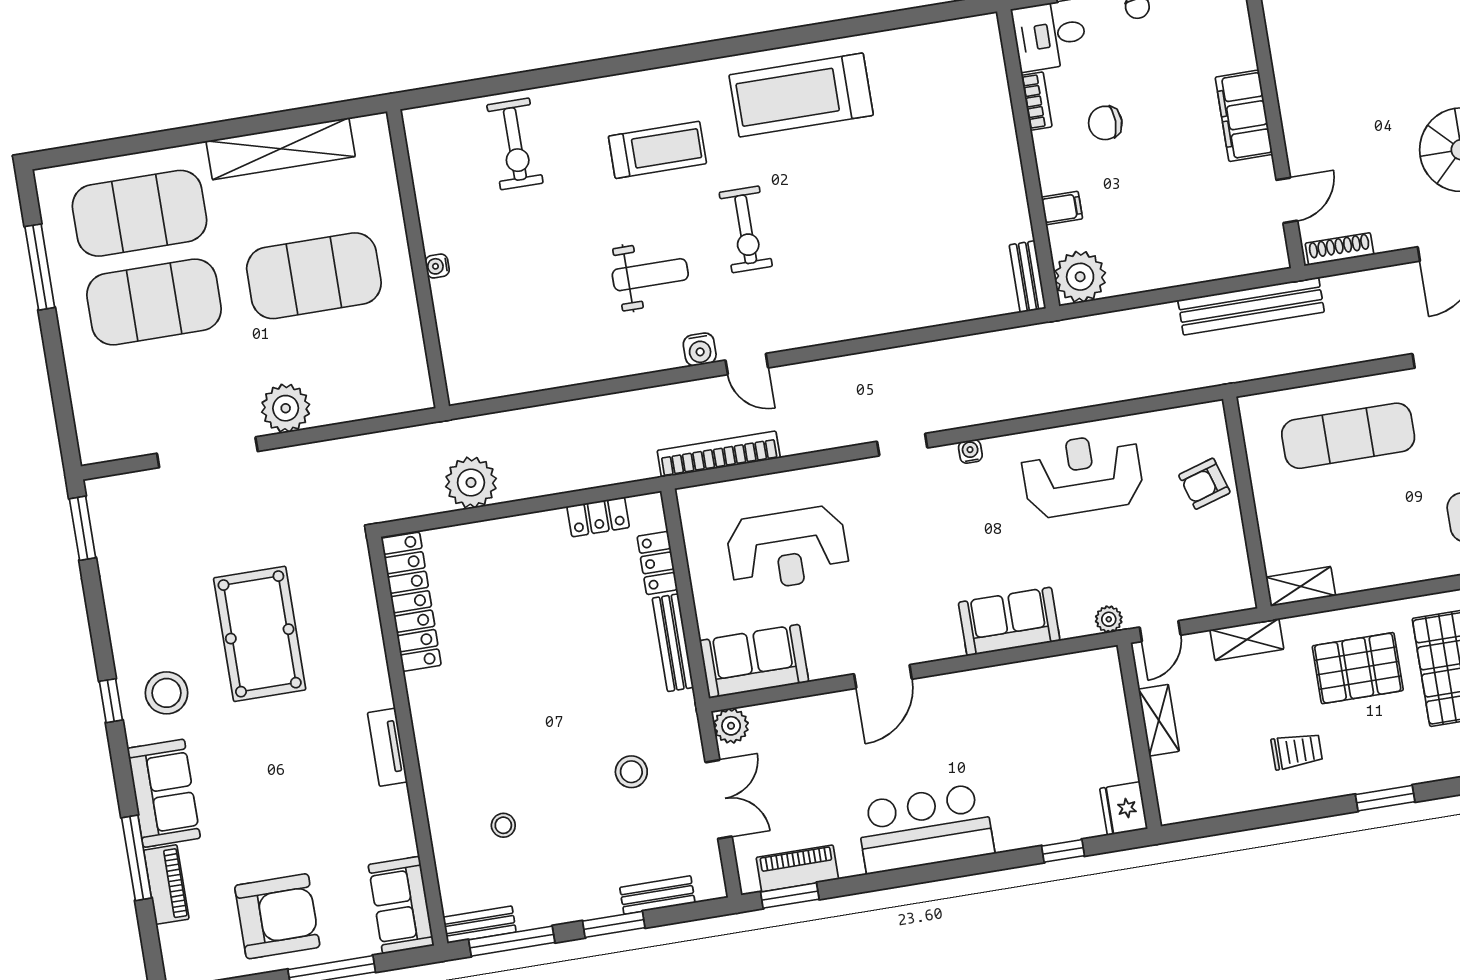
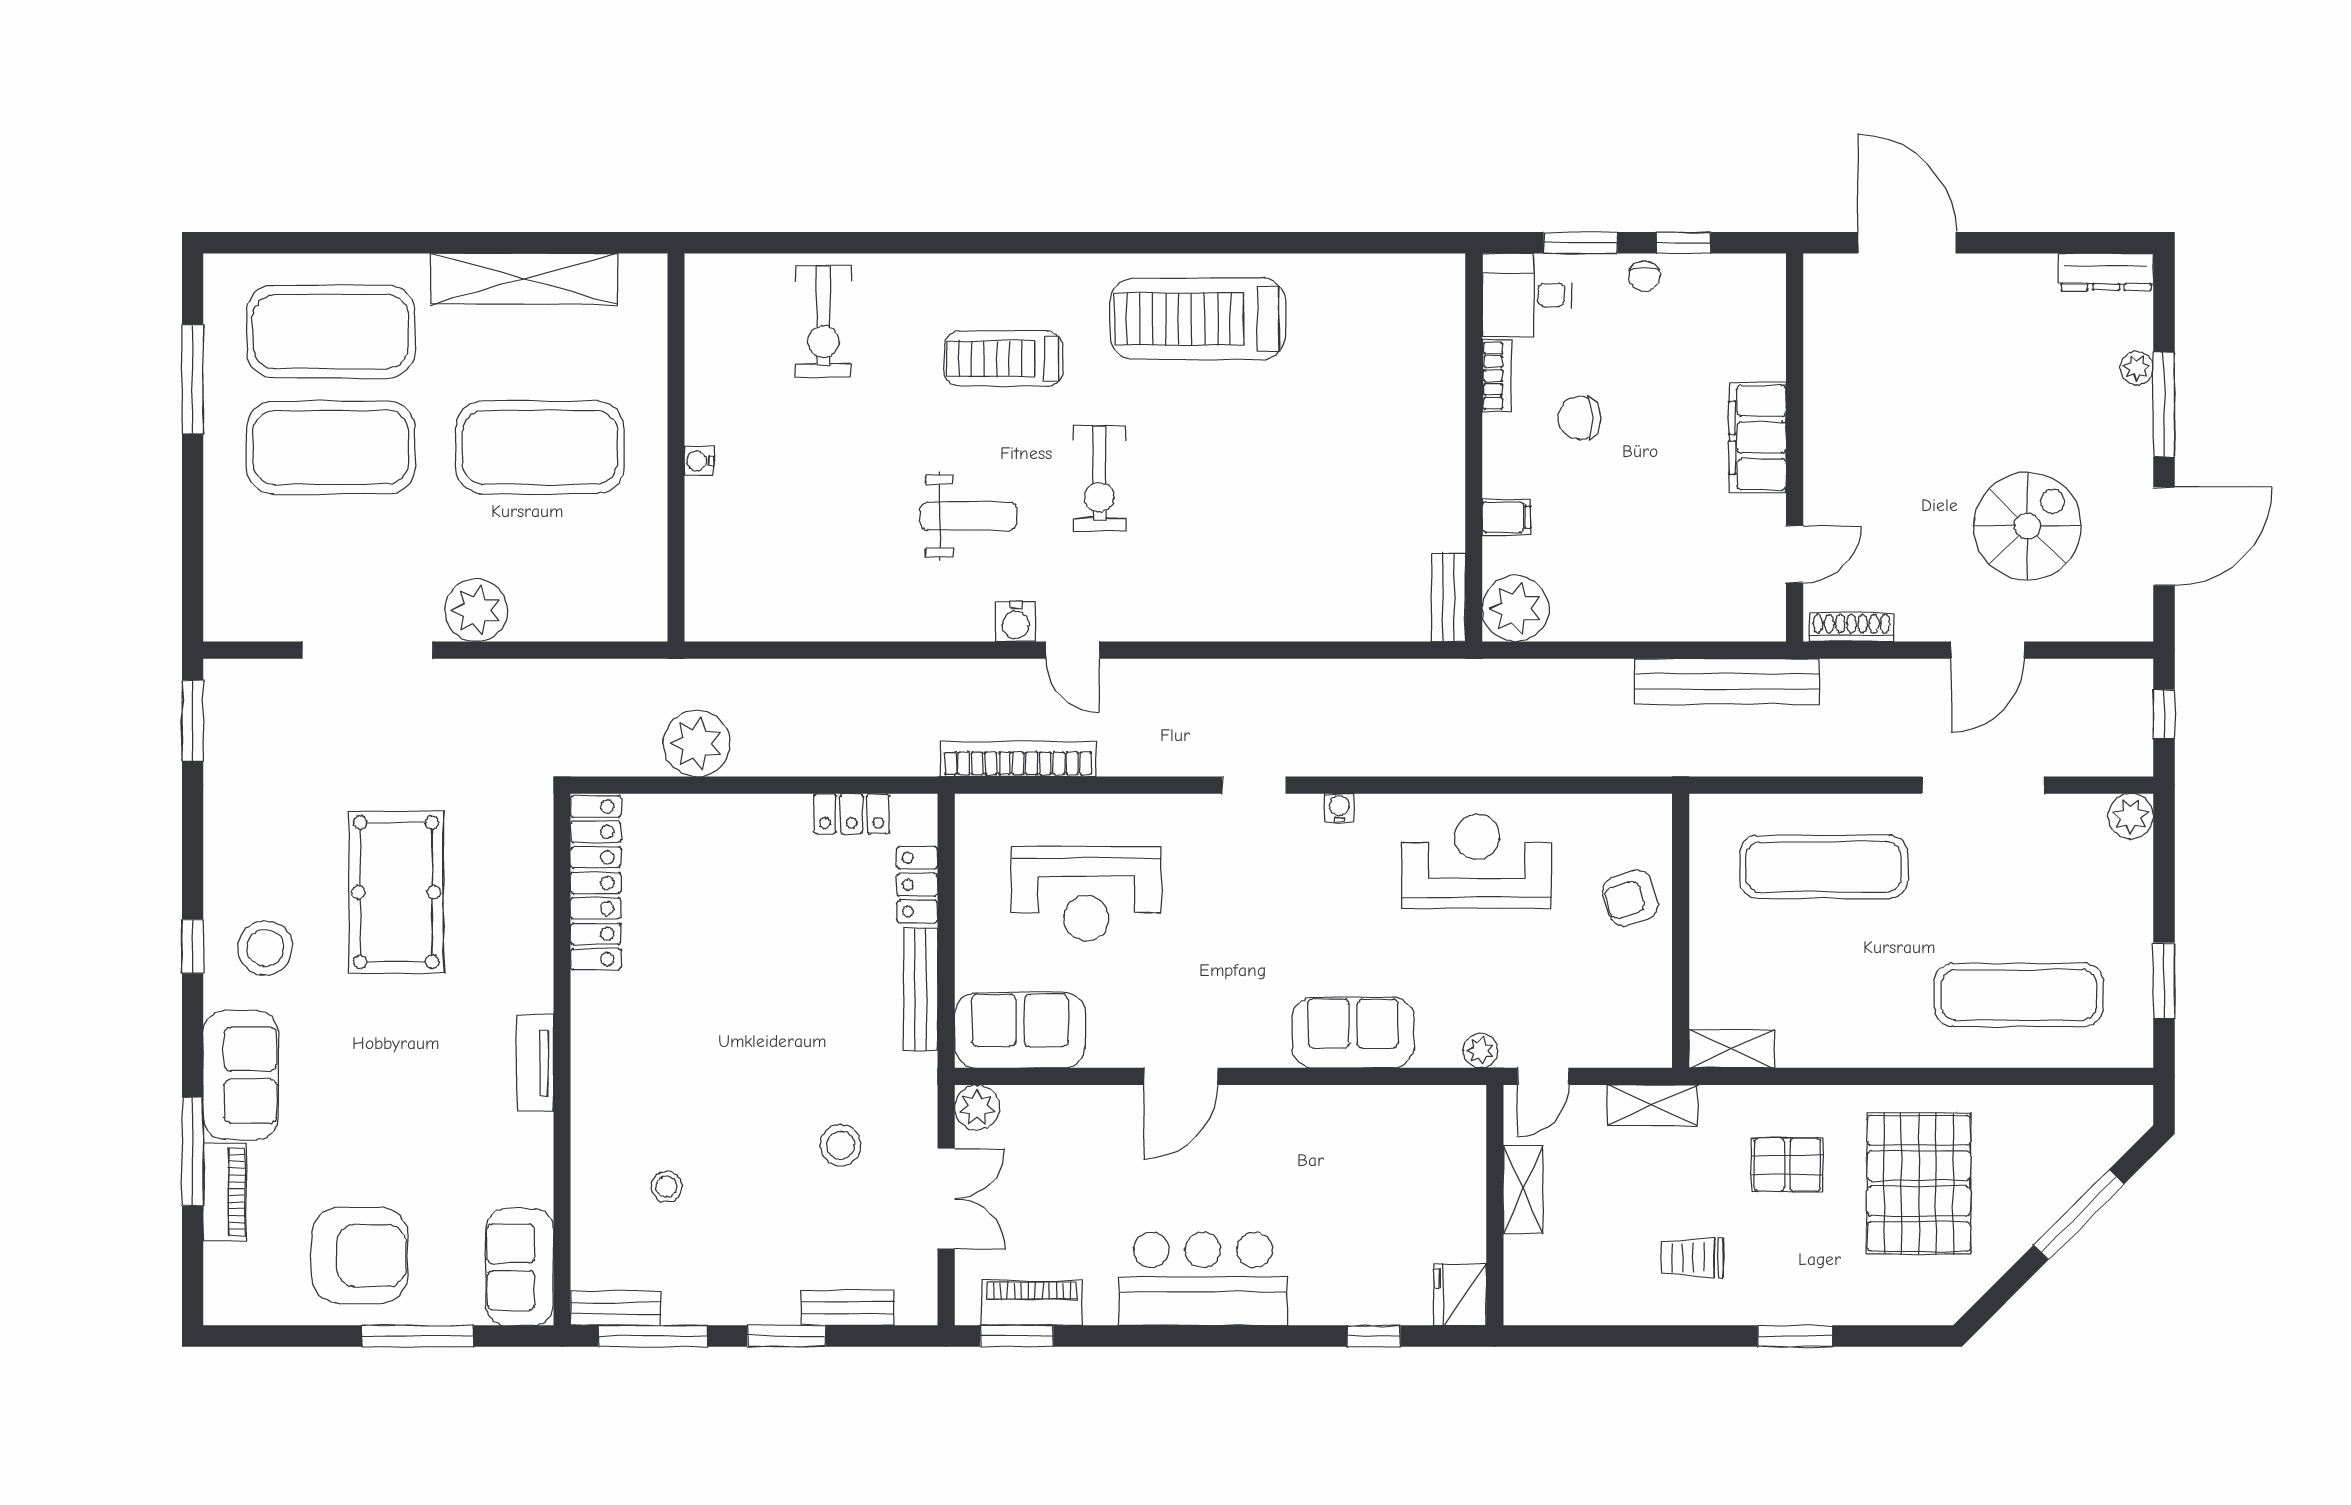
treadmill: (657, 150) -> (1004, 359), turned 180
pallet: (1358, 668) -> (1787, 1165), width x0.67, depth x0.71
trolley: (1297, 751) -> (1692, 1258), turned 180

